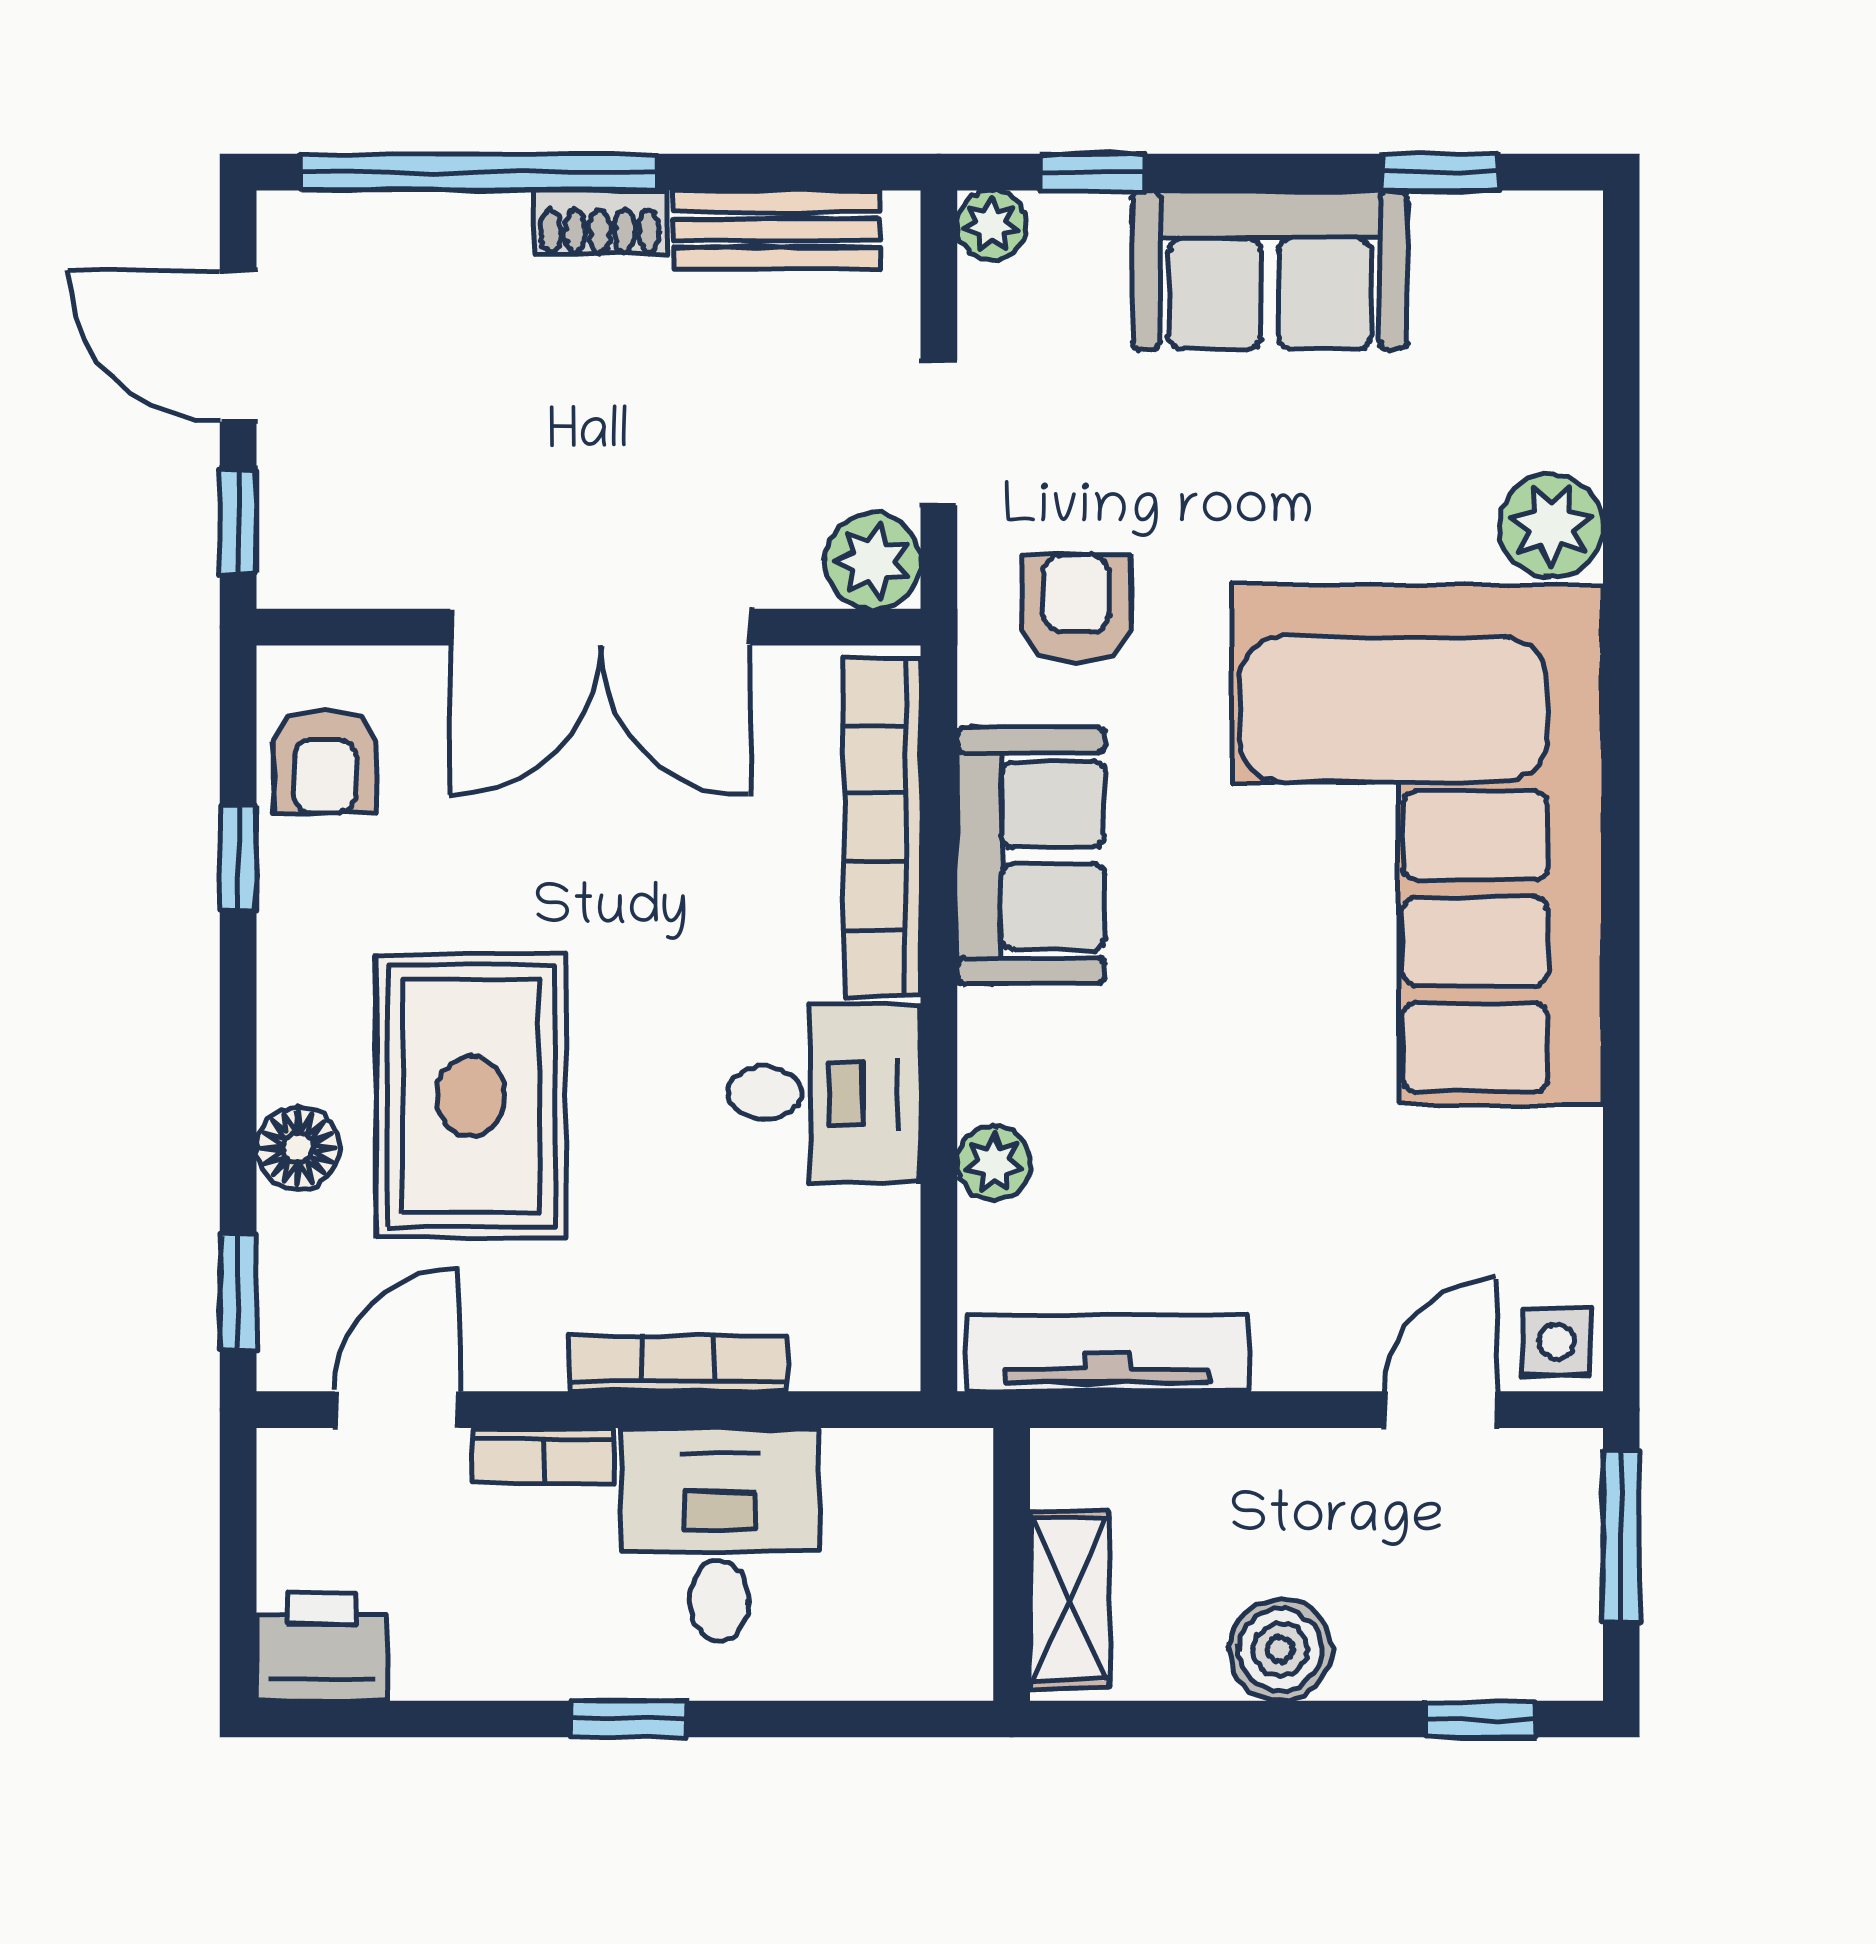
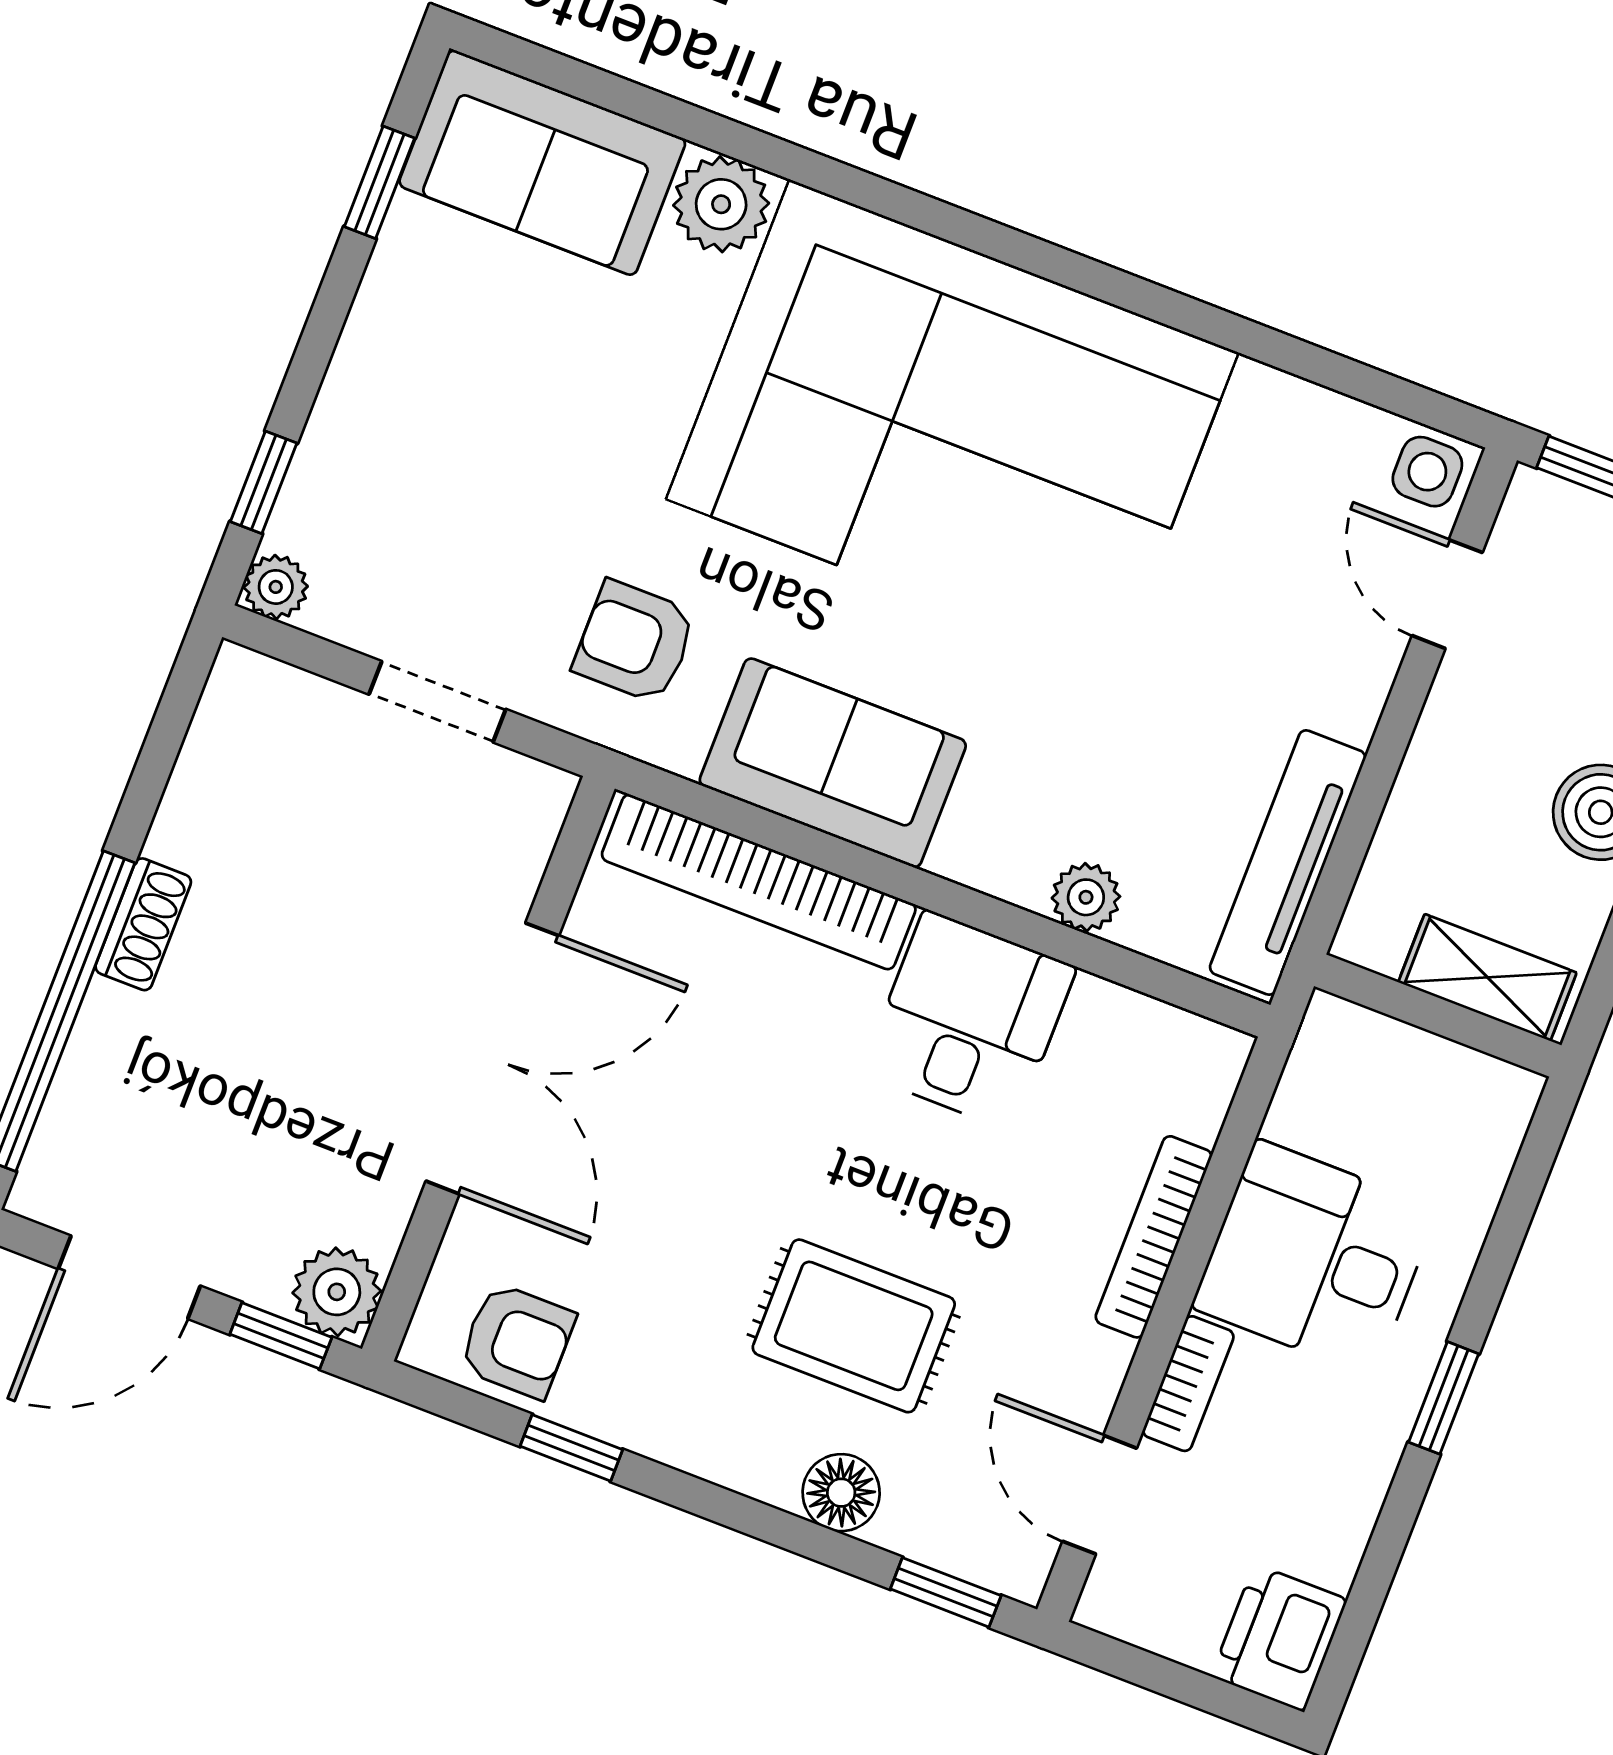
bench: (777, 230) -> (208, 774), removed
sofa: (1270, 270) -> (542, 163), moved, turned 90
plant: (873, 561) -> (337, 1292), moved
rug: (471, 1096) -> (854, 1326), width x0.73, depth x0.70

